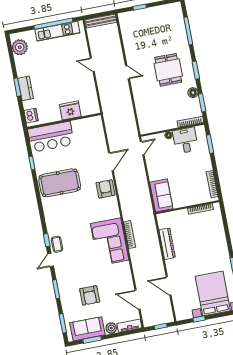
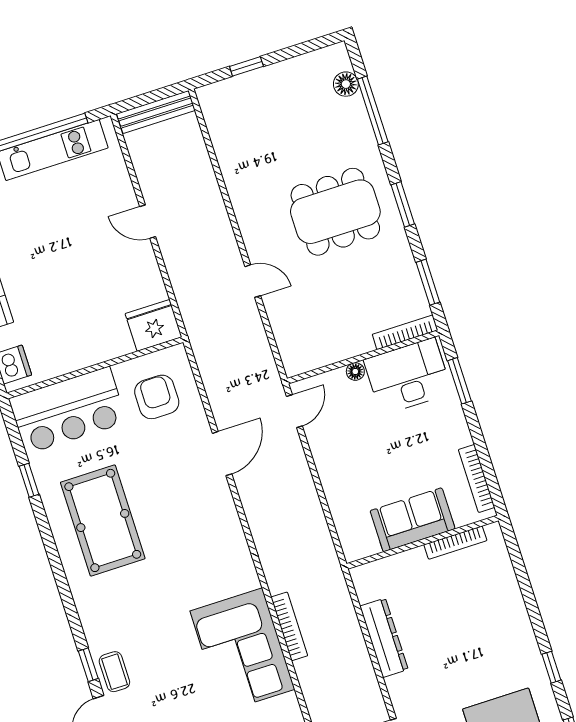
dining table: (168, 70) -> (335, 212), width x1.38
door: (128, 72) -> (253, 281), moved
floor lamp: (193, 93) -> (346, 84), moved
fridge: (70, 110) -> (153, 325), moved
desk: (185, 140) -> (408, 376), width x1.37
pool table: (60, 183) -> (103, 520), turned 90
armchair: (105, 189) -> (157, 397), moved
sofa: (161, 195) -> (413, 520), moved, turned -90

